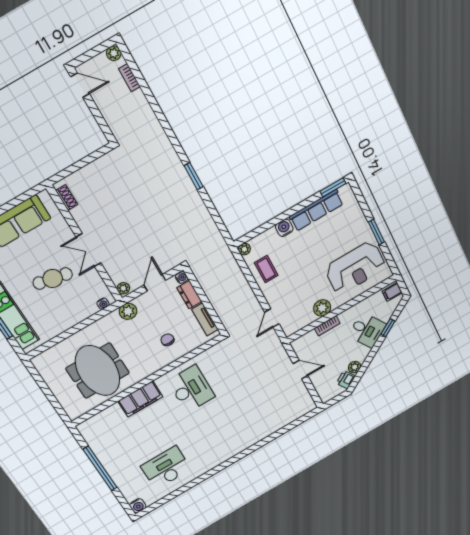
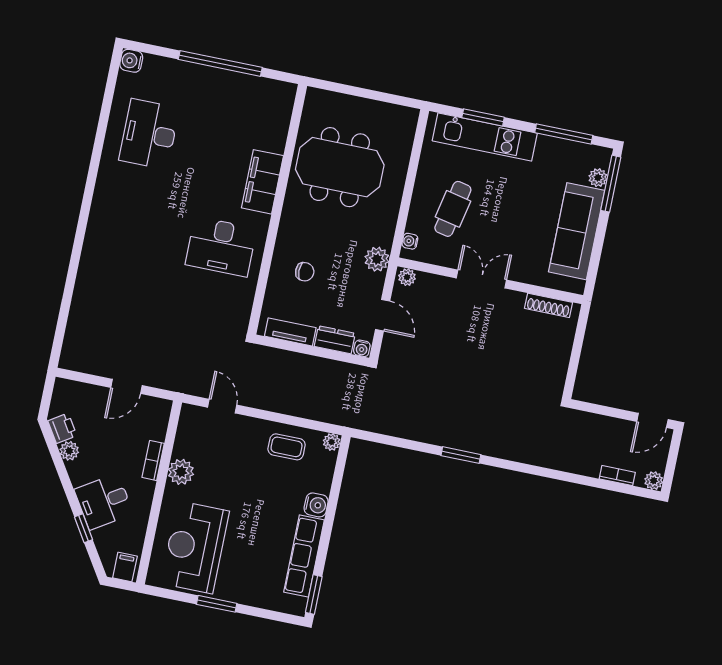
shoe rack: (67, 198) -> (549, 305), width x1.43
cafe table: (53, 279) -> (453, 209), moved
desk: (166, 468) -> (149, 134), turned 180

